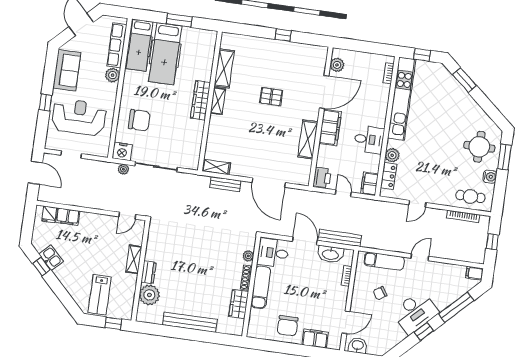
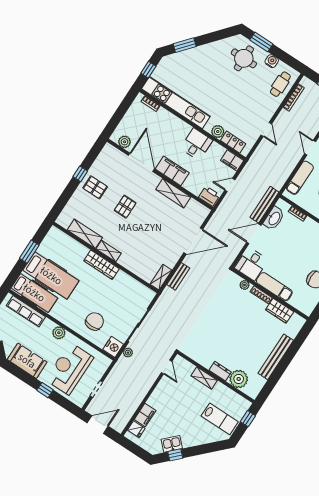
pallet: (276, 57) -> (95, 187), added
plant: (113, 75) -> (59, 333), moved

